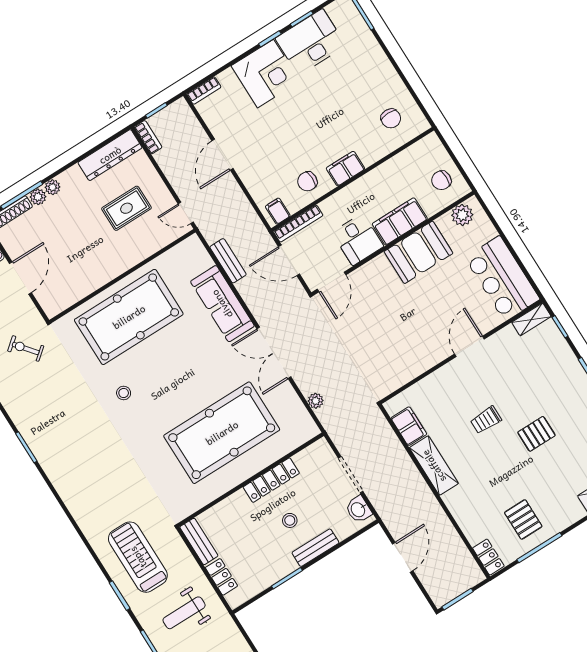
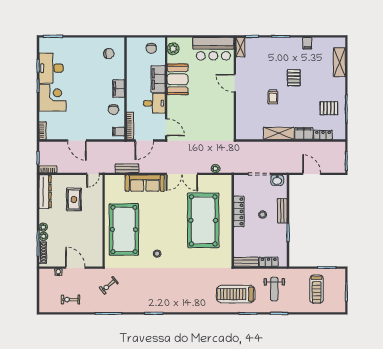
filing cabinet: (409, 426) -> (304, 133), moved
locker: (488, 557) -> (323, 135), moved

